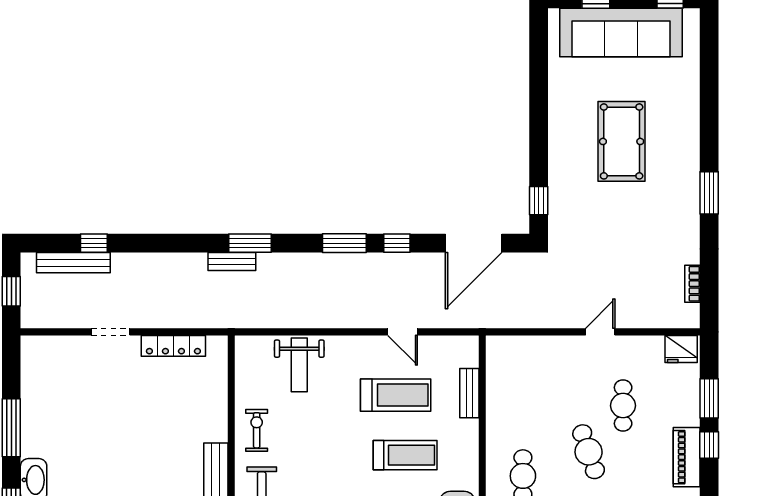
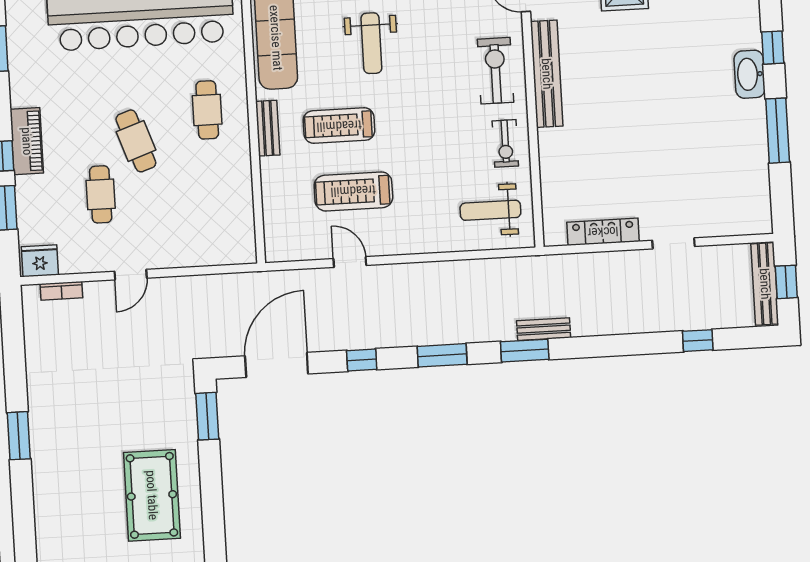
pool table: (622, 141) -> (152, 495), moved
window: (539, 201) -> (207, 416), width x1.50
window: (344, 243) -> (442, 355), moved
bench: (73, 263) -> (765, 284), moved, turned 90
bookcase: (692, 284) -> (61, 291), moved, turned 90
weight bench: (299, 365) -> (490, 210), moved, turned -90
bench: (469, 393) -> (268, 128), moved

